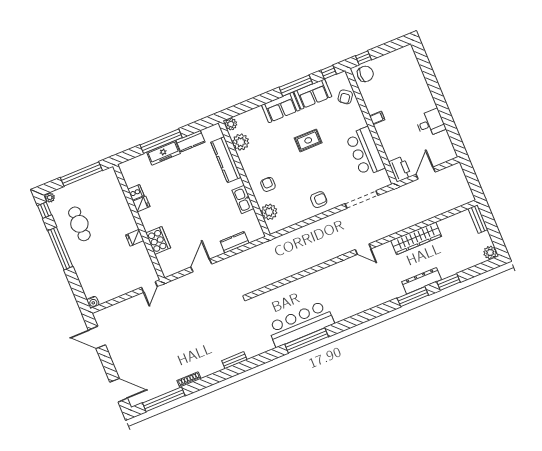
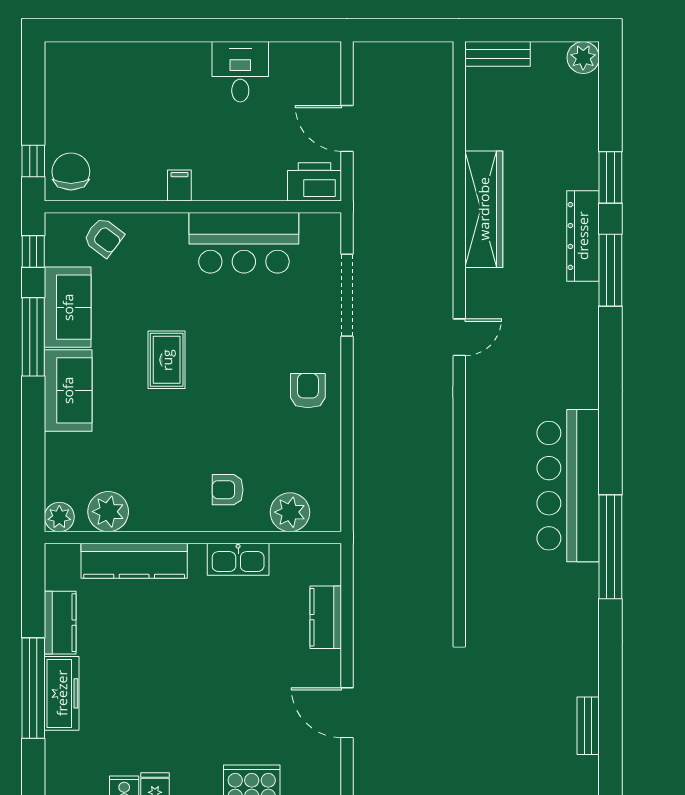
bar counter: (301, 324) -> (568, 486), moved

